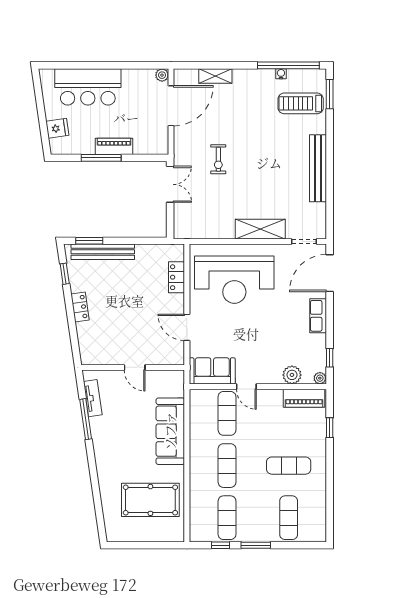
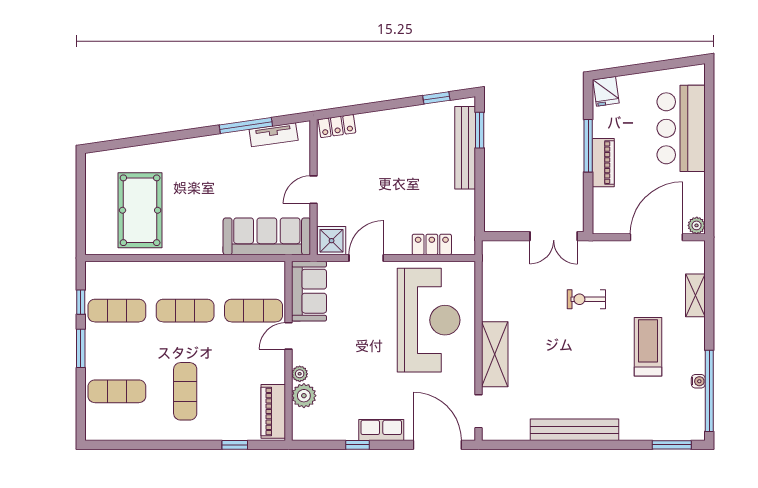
treadmill: (301, 103) -> (648, 347), moved
door: (171, 106) -> (656, 237), swing flipped
fridge: (57, 128) -> (606, 91), moved
reception desk: (234, 280) -> (429, 320), turned 180
locker: (80, 307) -> (337, 126), moved
shower: (174, 354) -> (332, 241), added
window: (330, 358) -> (357, 445), moved
plant: (320, 378) -> (300, 374), moved
sofa: (170, 431) -> (267, 236), moved

